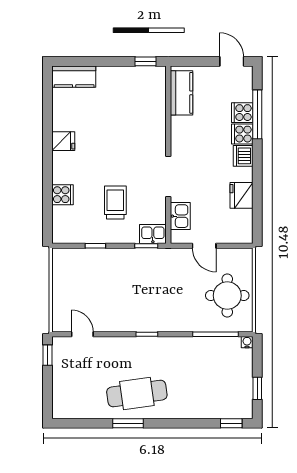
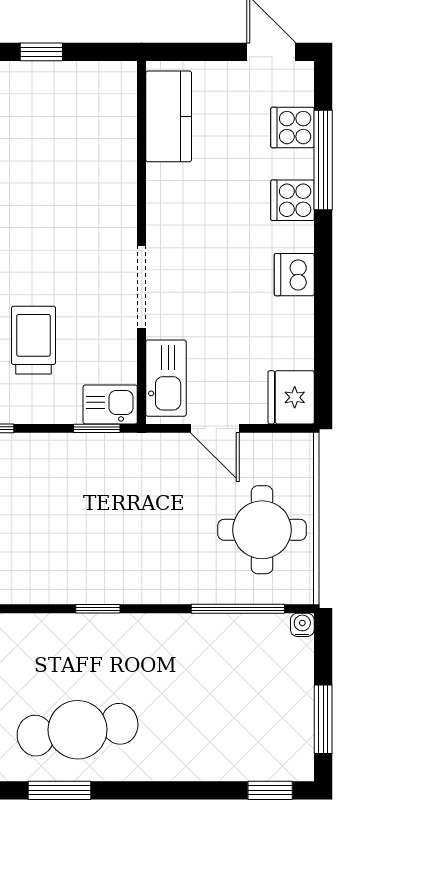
window: (145, 61) -> (41, 52), moved
cooker: (242, 113) -> (292, 128), moved
dishwasher: (243, 156) -> (294, 275), moved
fridge: (241, 195) -> (291, 397), moved
kitchen sink: (180, 216) -> (166, 378), width x1.38
window: (257, 388) -> (323, 719), width x1.50

